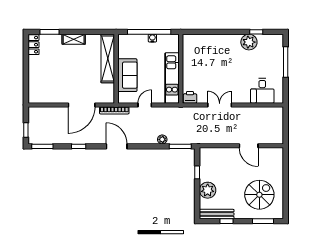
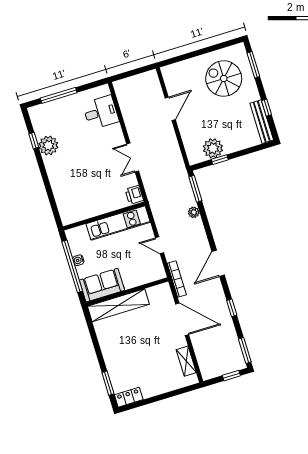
shelving: (74, 39) -> (186, 361), moved
sofa: (127, 75) -> (102, 285), moved
plant: (208, 190) -> (213, 148), moved

